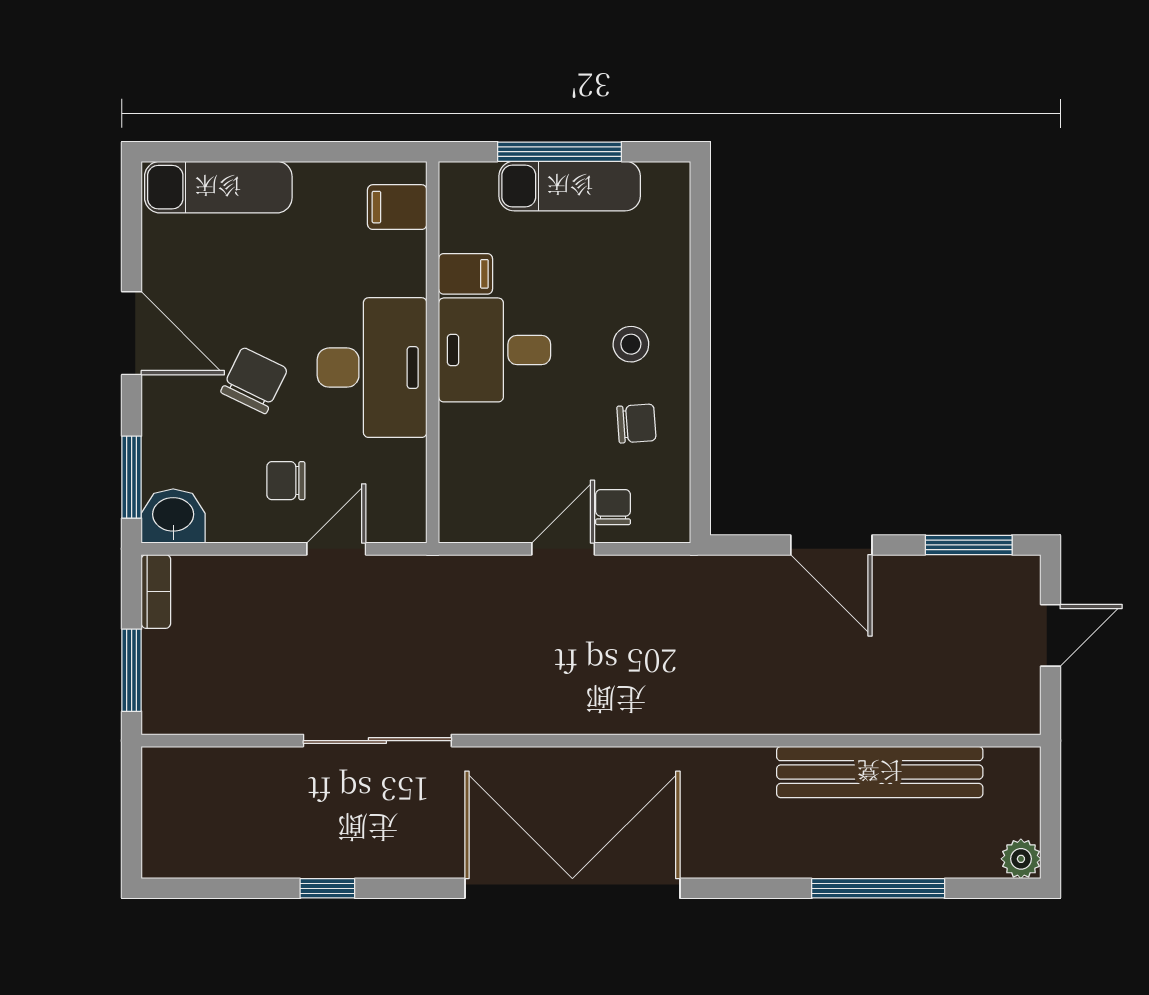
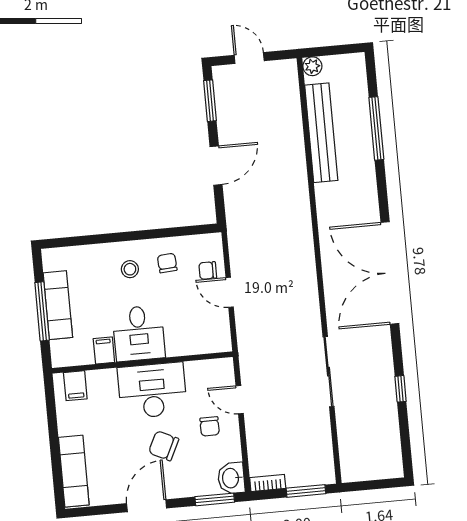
plant: (1021, 859) -> (312, 66), moved

